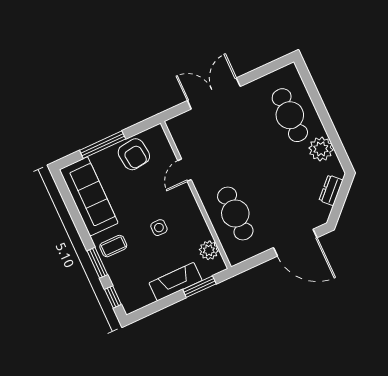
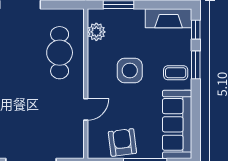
side table: (159, 228) -> (130, 71), width x1.87, depth x1.87
fireplace: (176, 282) -> (169, 18), moved

